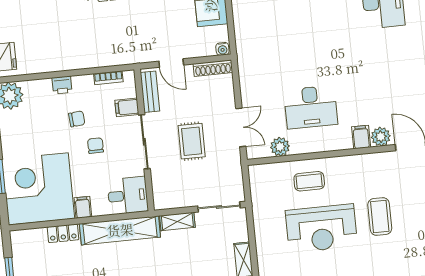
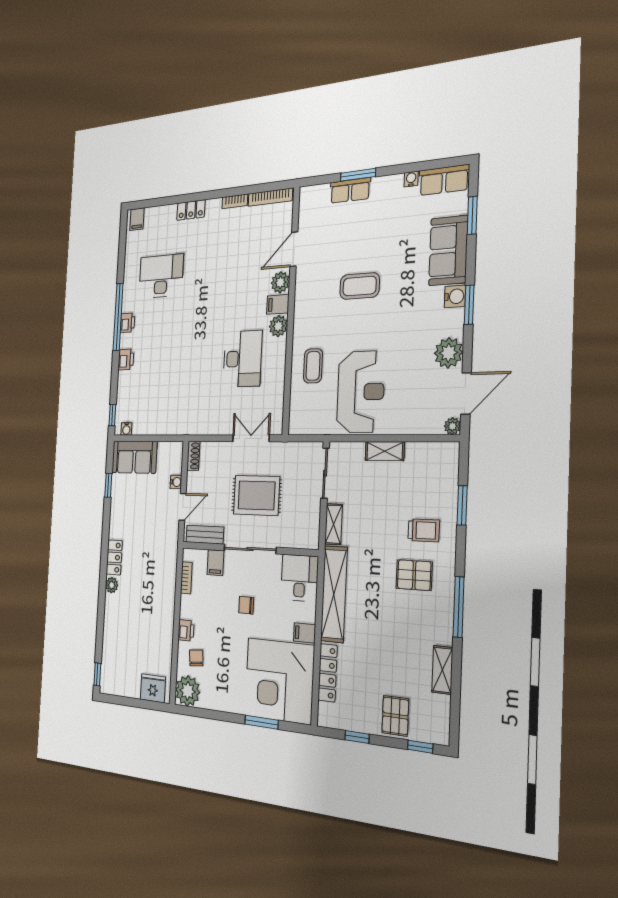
water cooler: (222, 49) -> (176, 482), moved
shoe rack: (213, 68) -> (193, 456), width x0.70
chair: (77, 119) -> (196, 658), moved
rug: (192, 141) -> (256, 495), width x1.36, depth x1.43
plant: (280, 147) -> (278, 326), moved
reception desk: (321, 228) -> (361, 392), moved
locker: (63, 233) -> (328, 673), width x1.53

